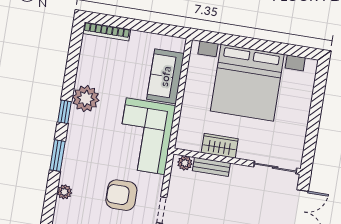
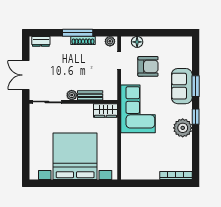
sofa: (165, 76) -> (182, 86), moved, turned 180
wardrobe: (220, 146) -> (106, 111), moved
plant: (185, 163) -> (72, 95), moved
plant: (64, 192) -> (187, 62), removed

